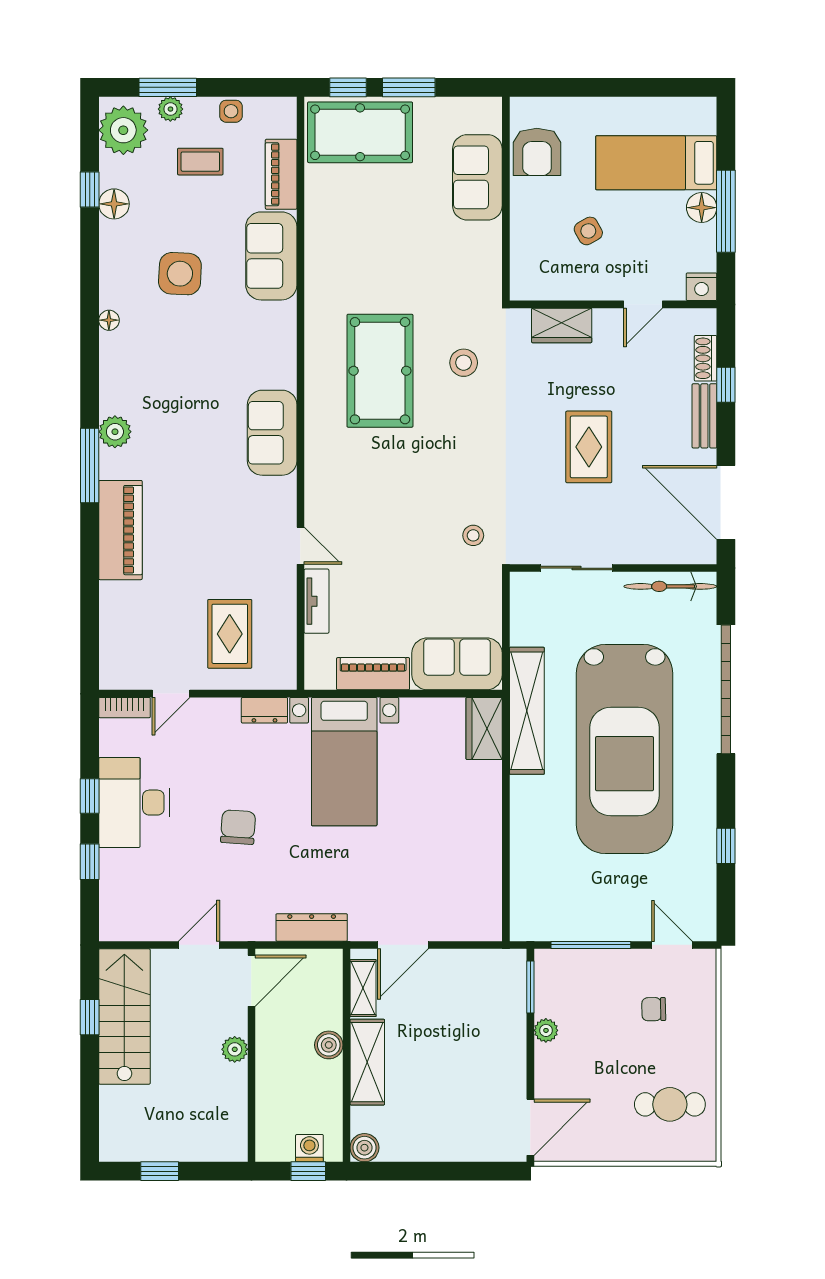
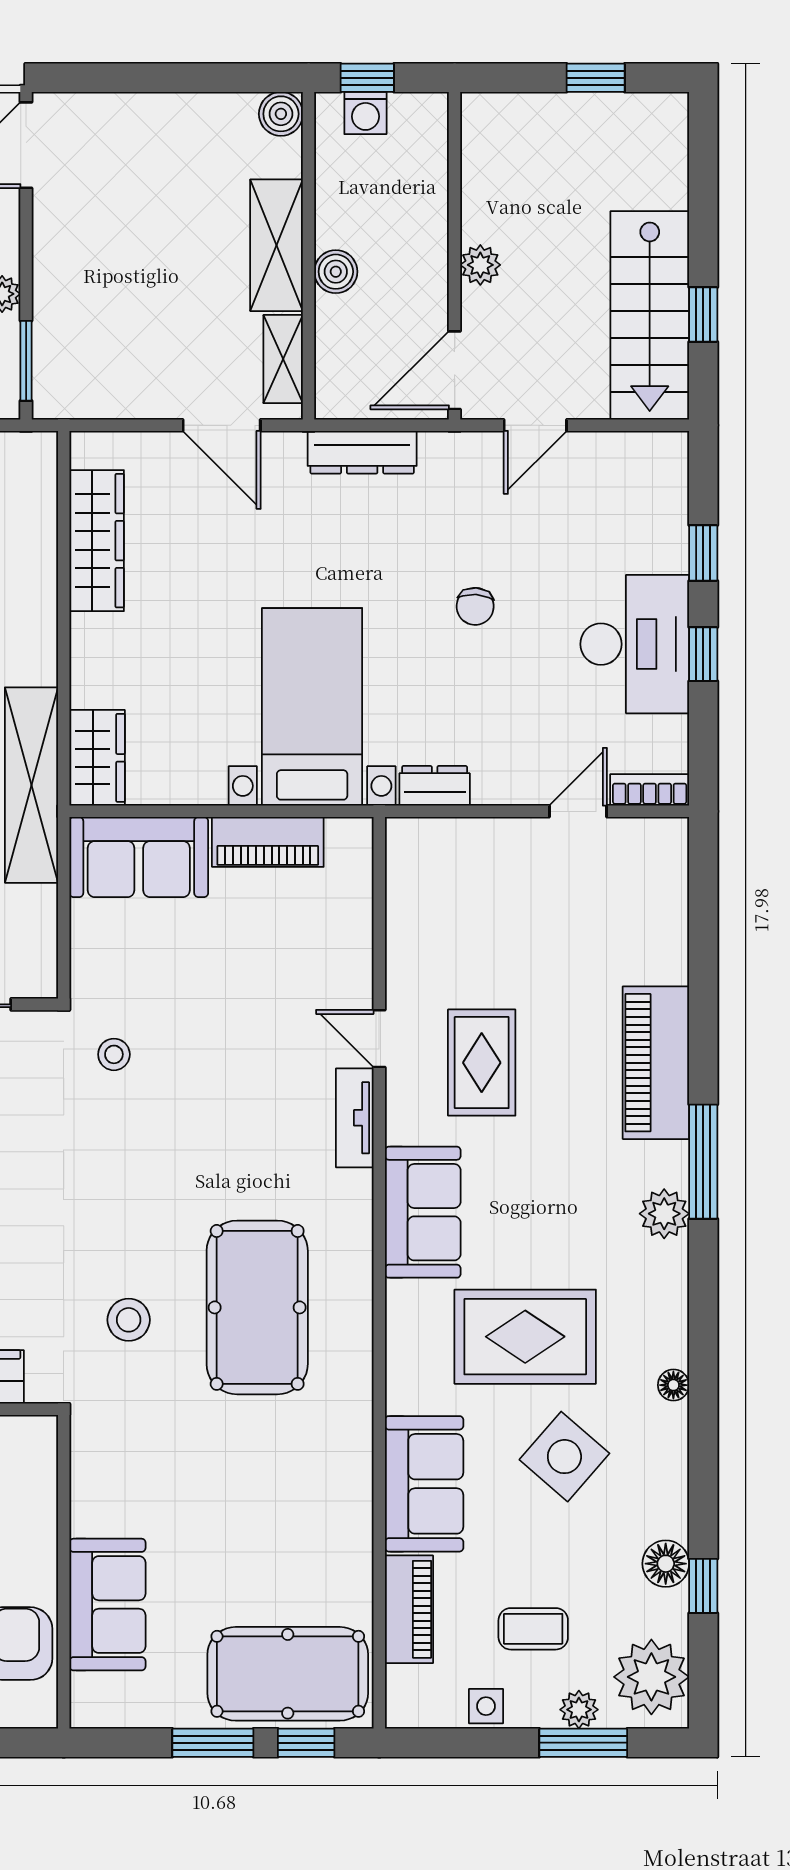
side table: (180, 274) -> (564, 1457), turned 38
rug: (205, 352) -> (525, 1337), added
tv unit: (316, 601) -> (355, 1118), moved
rug: (230, 634) -> (482, 1063), moved
chair: (238, 827) -> (475, 606), width x0.73, depth x0.73
wardrobe: (484, 870) -> (97, 541), added
door: (403, 945) -> (222, 425), swing flipped

